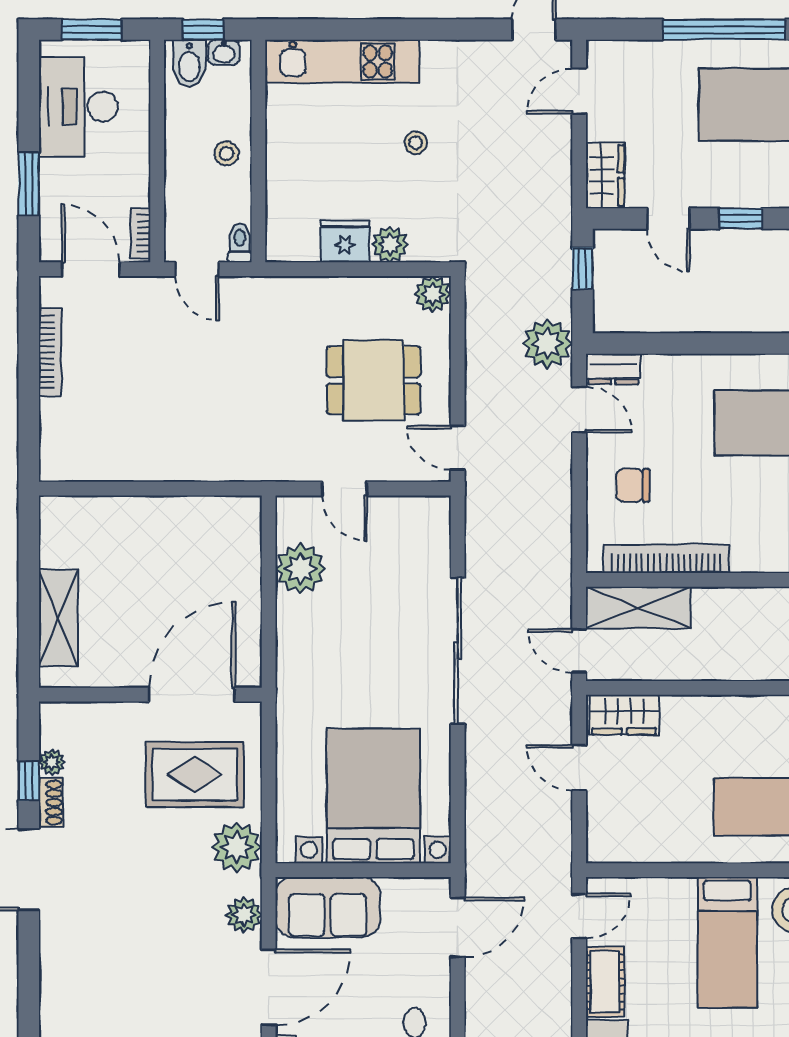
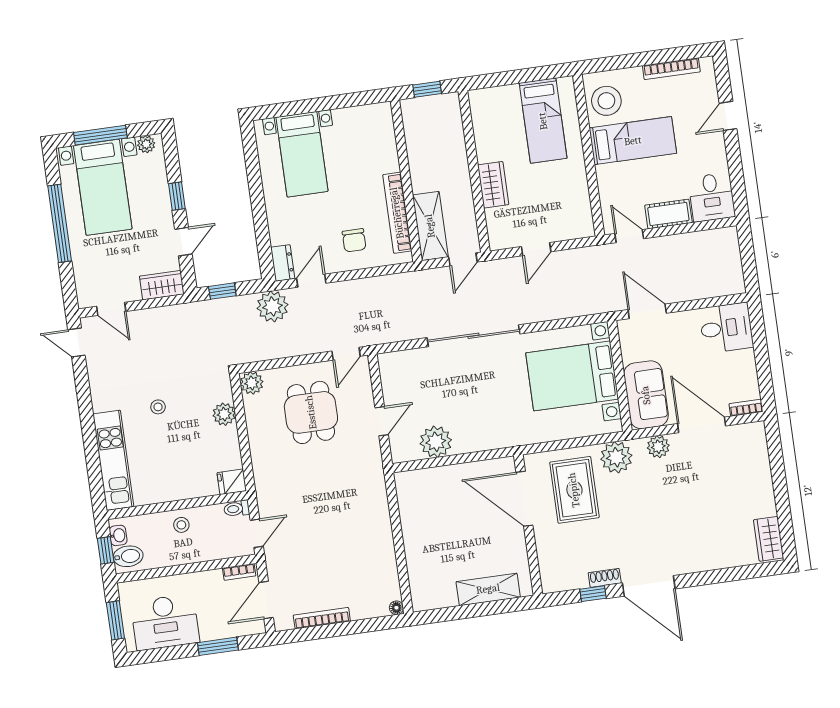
fridge: (345, 241) -> (232, 482), moved, width x0.72
floor lamp: (50, 471) -> (396, 608), added
wardrobe: (624, 715) -> (493, 185), moved
plant: (52, 762) -> (579, 581), removed

